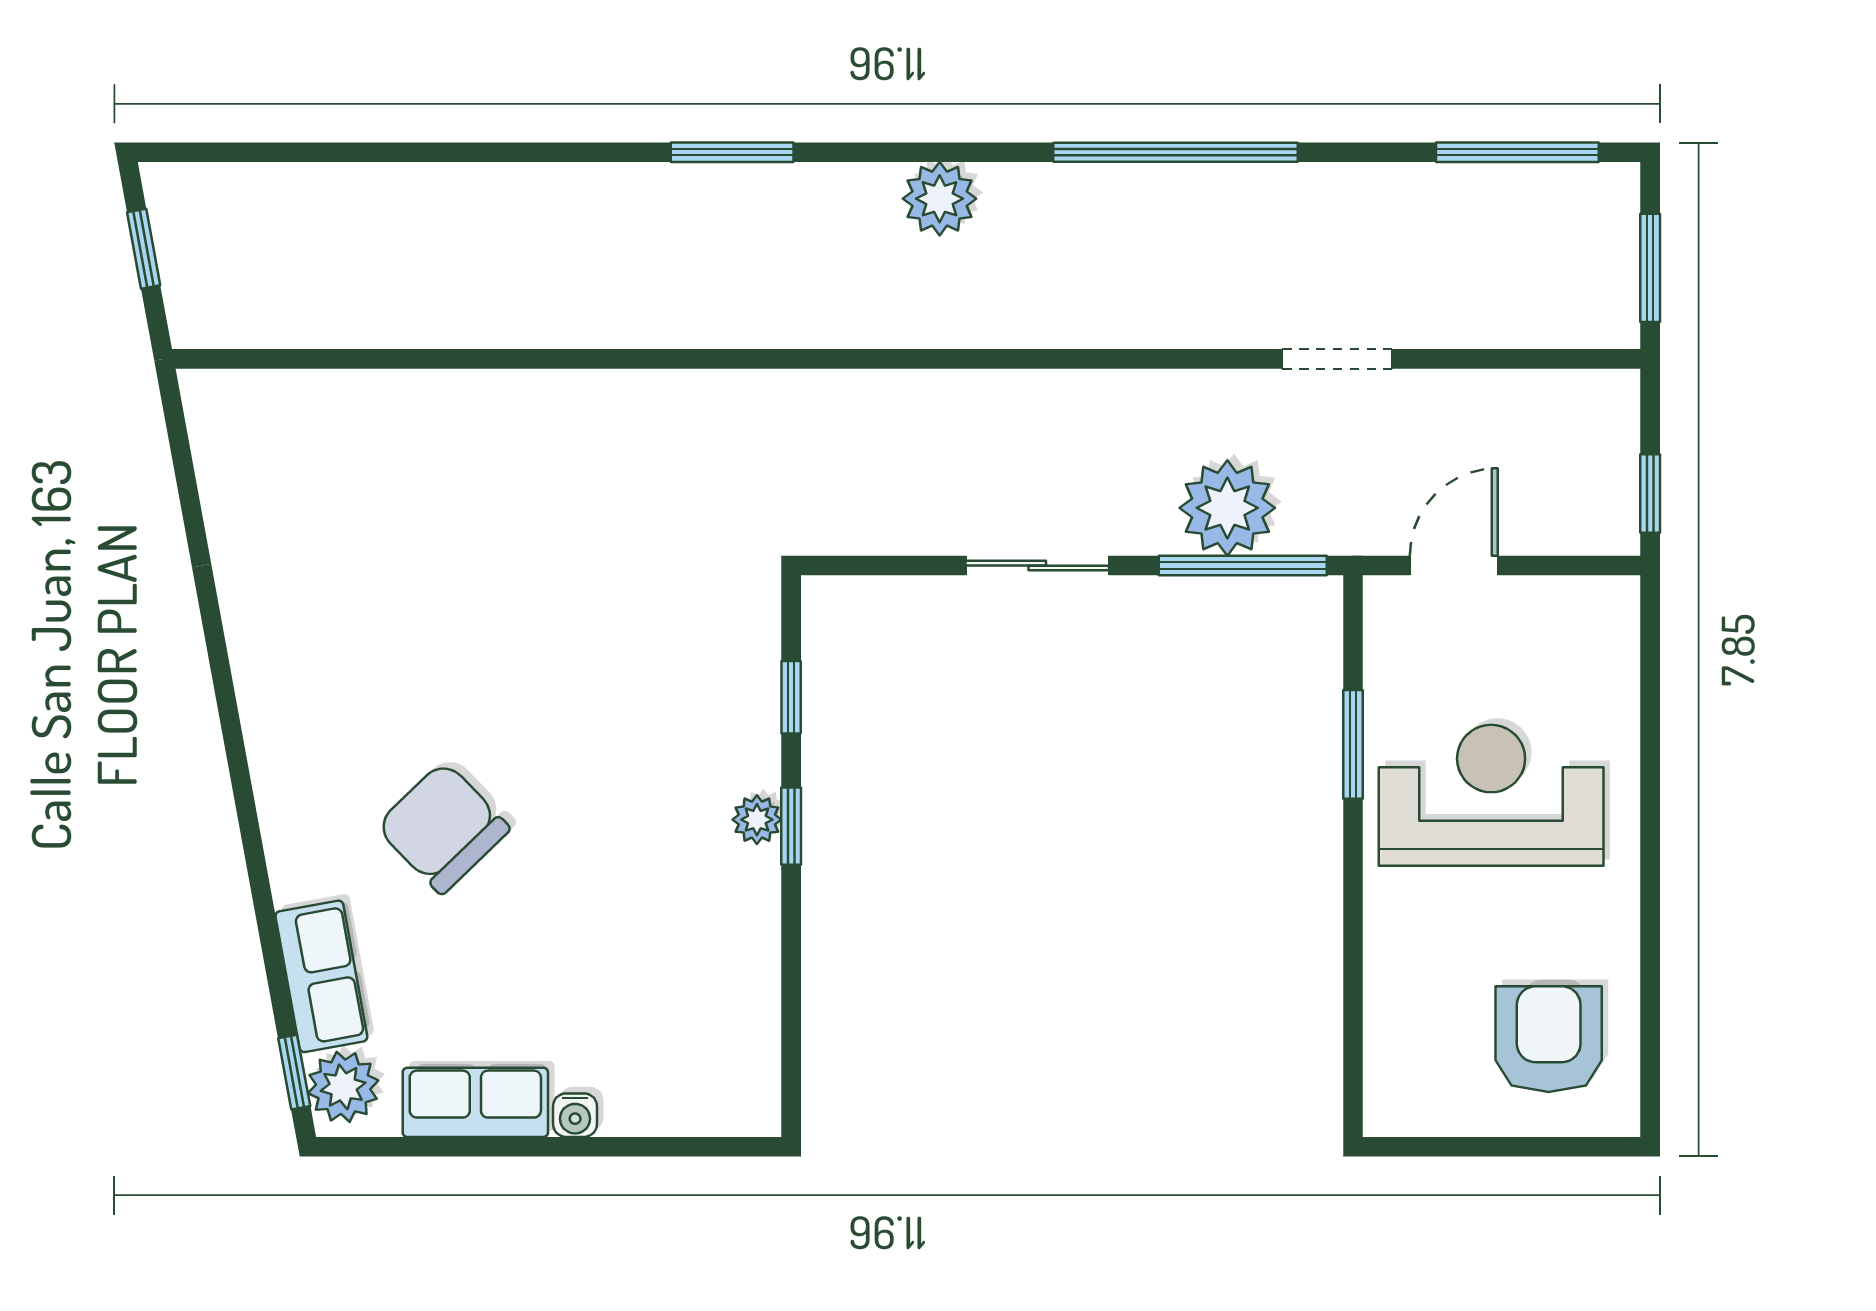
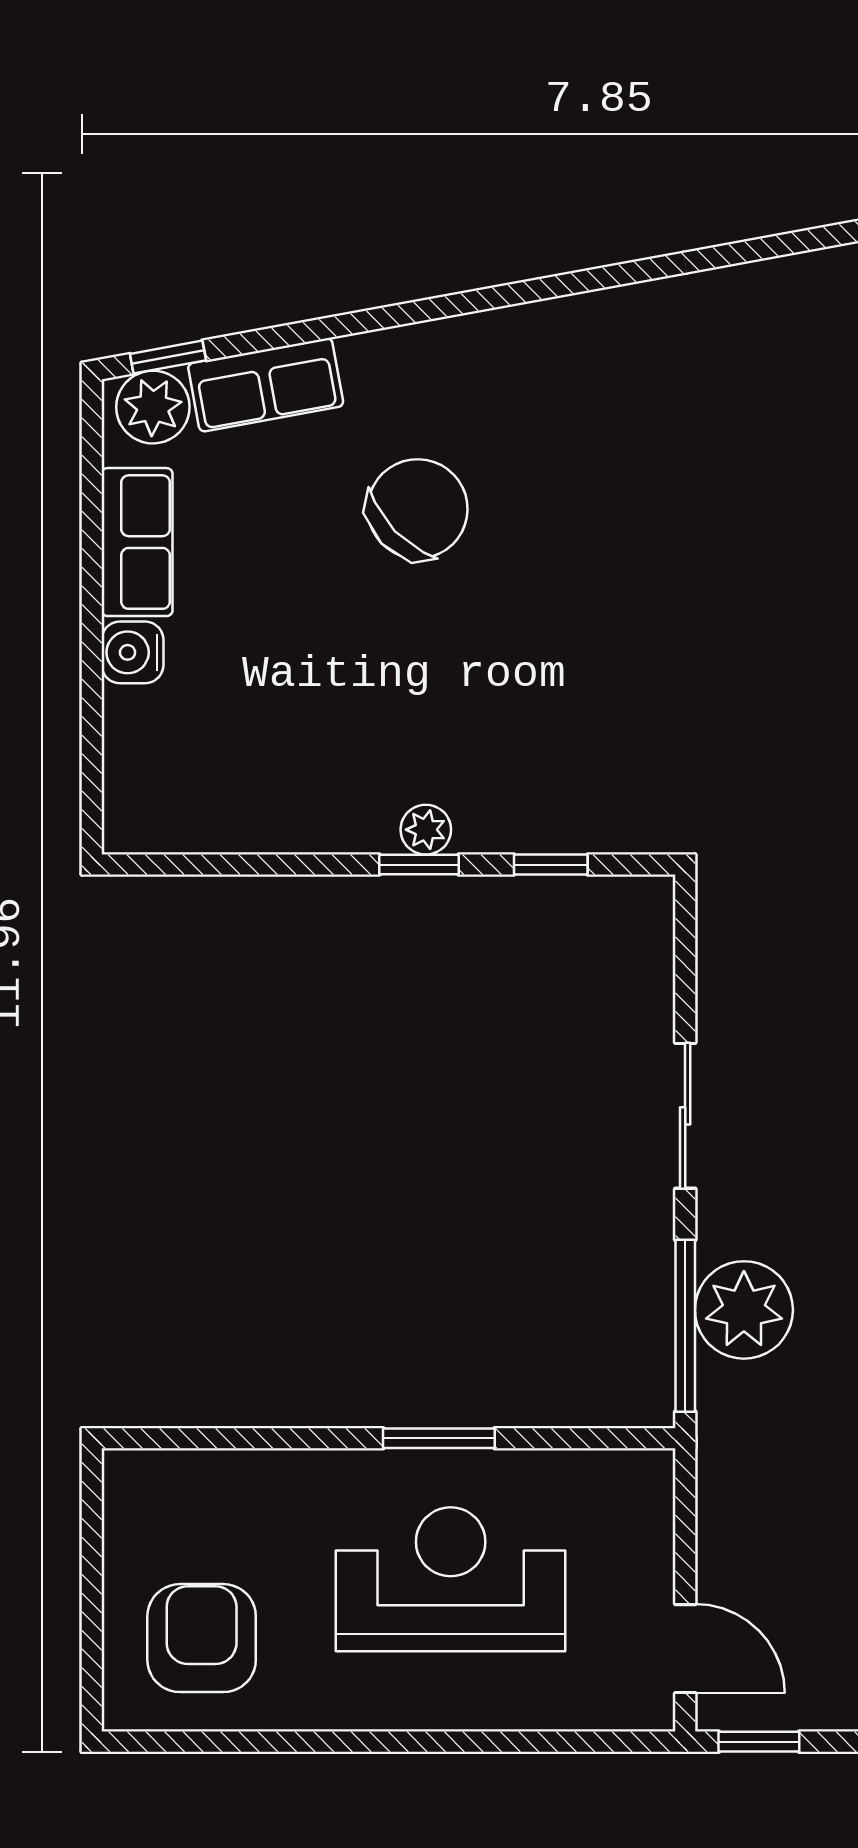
door: (1454, 566) -> (685, 1649), moved
window: (1353, 744) -> (439, 1438), moved
reception desk: (1491, 795) -> (451, 1579), turned -90
armchair: (1549, 1039) -> (202, 1638), turned -90
water cooler: (575, 1115) -> (132, 652), width x1.38, depth x1.38

